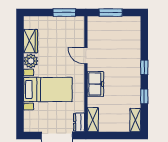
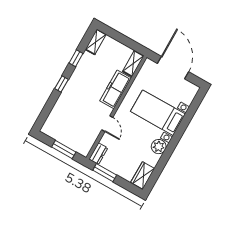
wardrobe: (31, 41) -> (143, 175), moved
freezer: (95, 84) -> (116, 89), width x1.40
dresser: (79, 122) -> (98, 154), moved

